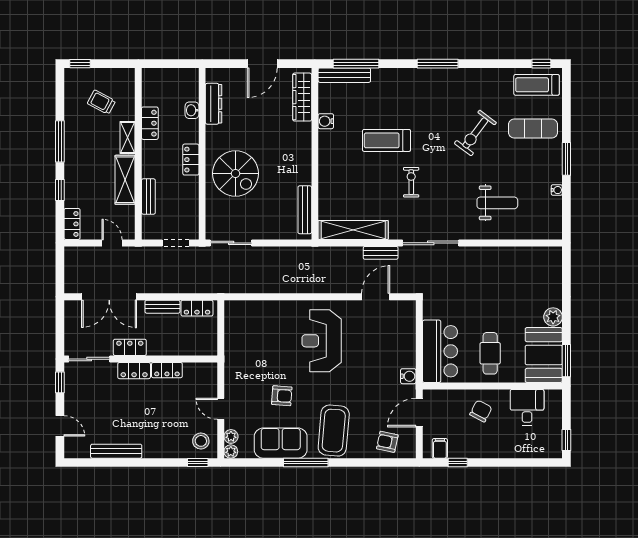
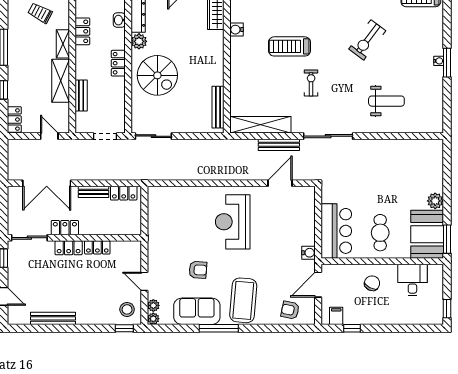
exercise mat: (533, 129) -> (418, 36), removed
plant: (214, 135) -> (139, 41), added
water cooler: (557, 190) -> (439, 61), moved
bench: (381, 253) -> (279, 145), width x1.36

